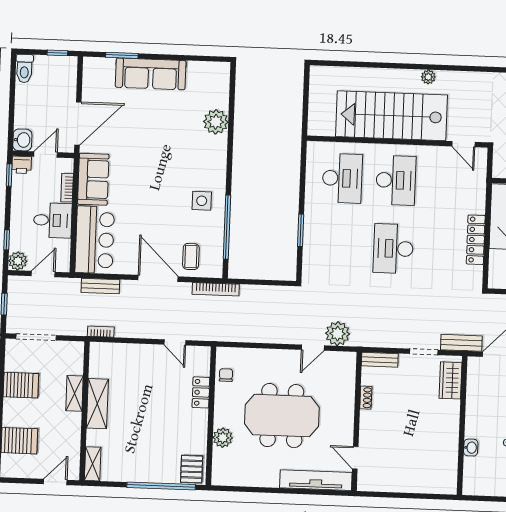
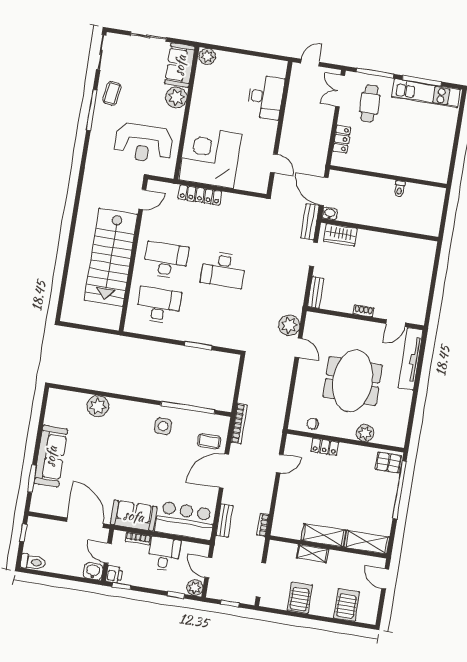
plant: (428, 77) -> (82, 222), removed
locker: (476, 240) -> (200, 195), moved
shoe rack: (366, 398) -> (364, 311), moved
washbasin: (471, 448) -> (330, 214), moved
shelving: (93, 464) -> (367, 542), width x1.50, depth x1.33

